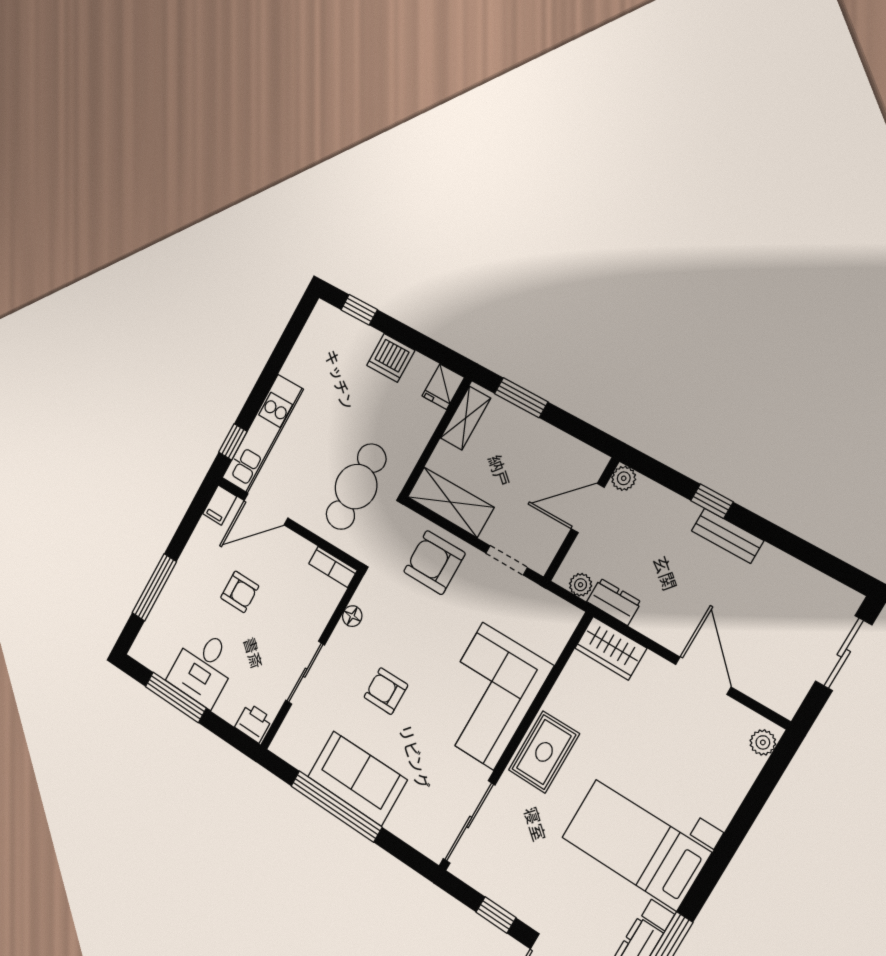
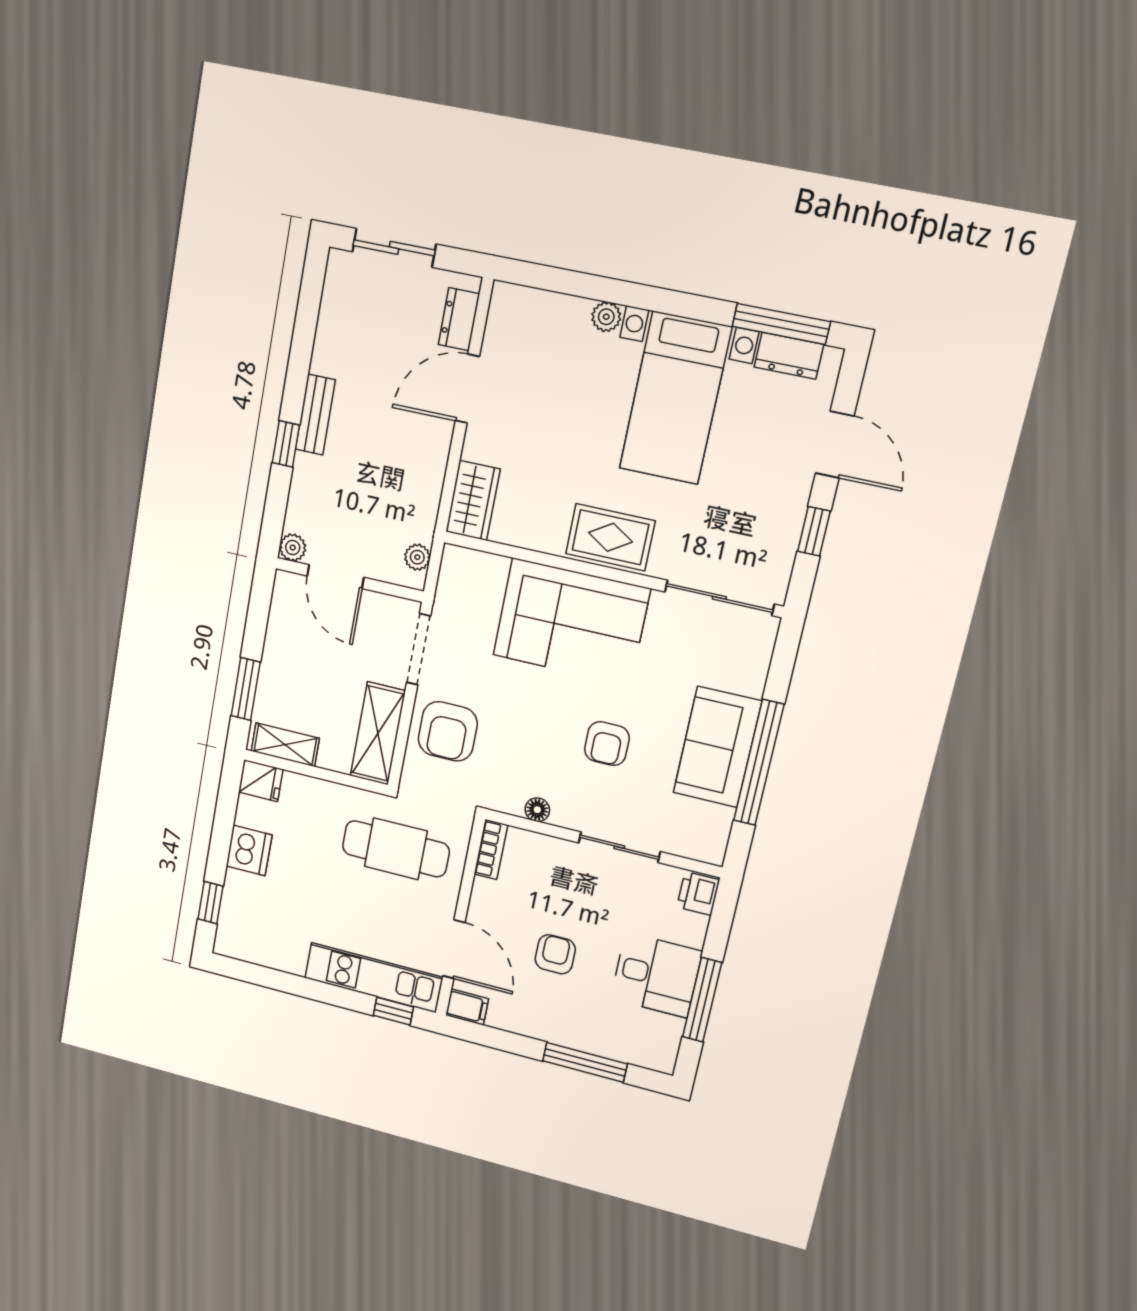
doorway: (507, 560) -> (419, 649), width x1.38
dresser: (614, 602) -> (459, 319), moved
plant: (763, 742) -> (606, 317), moved

